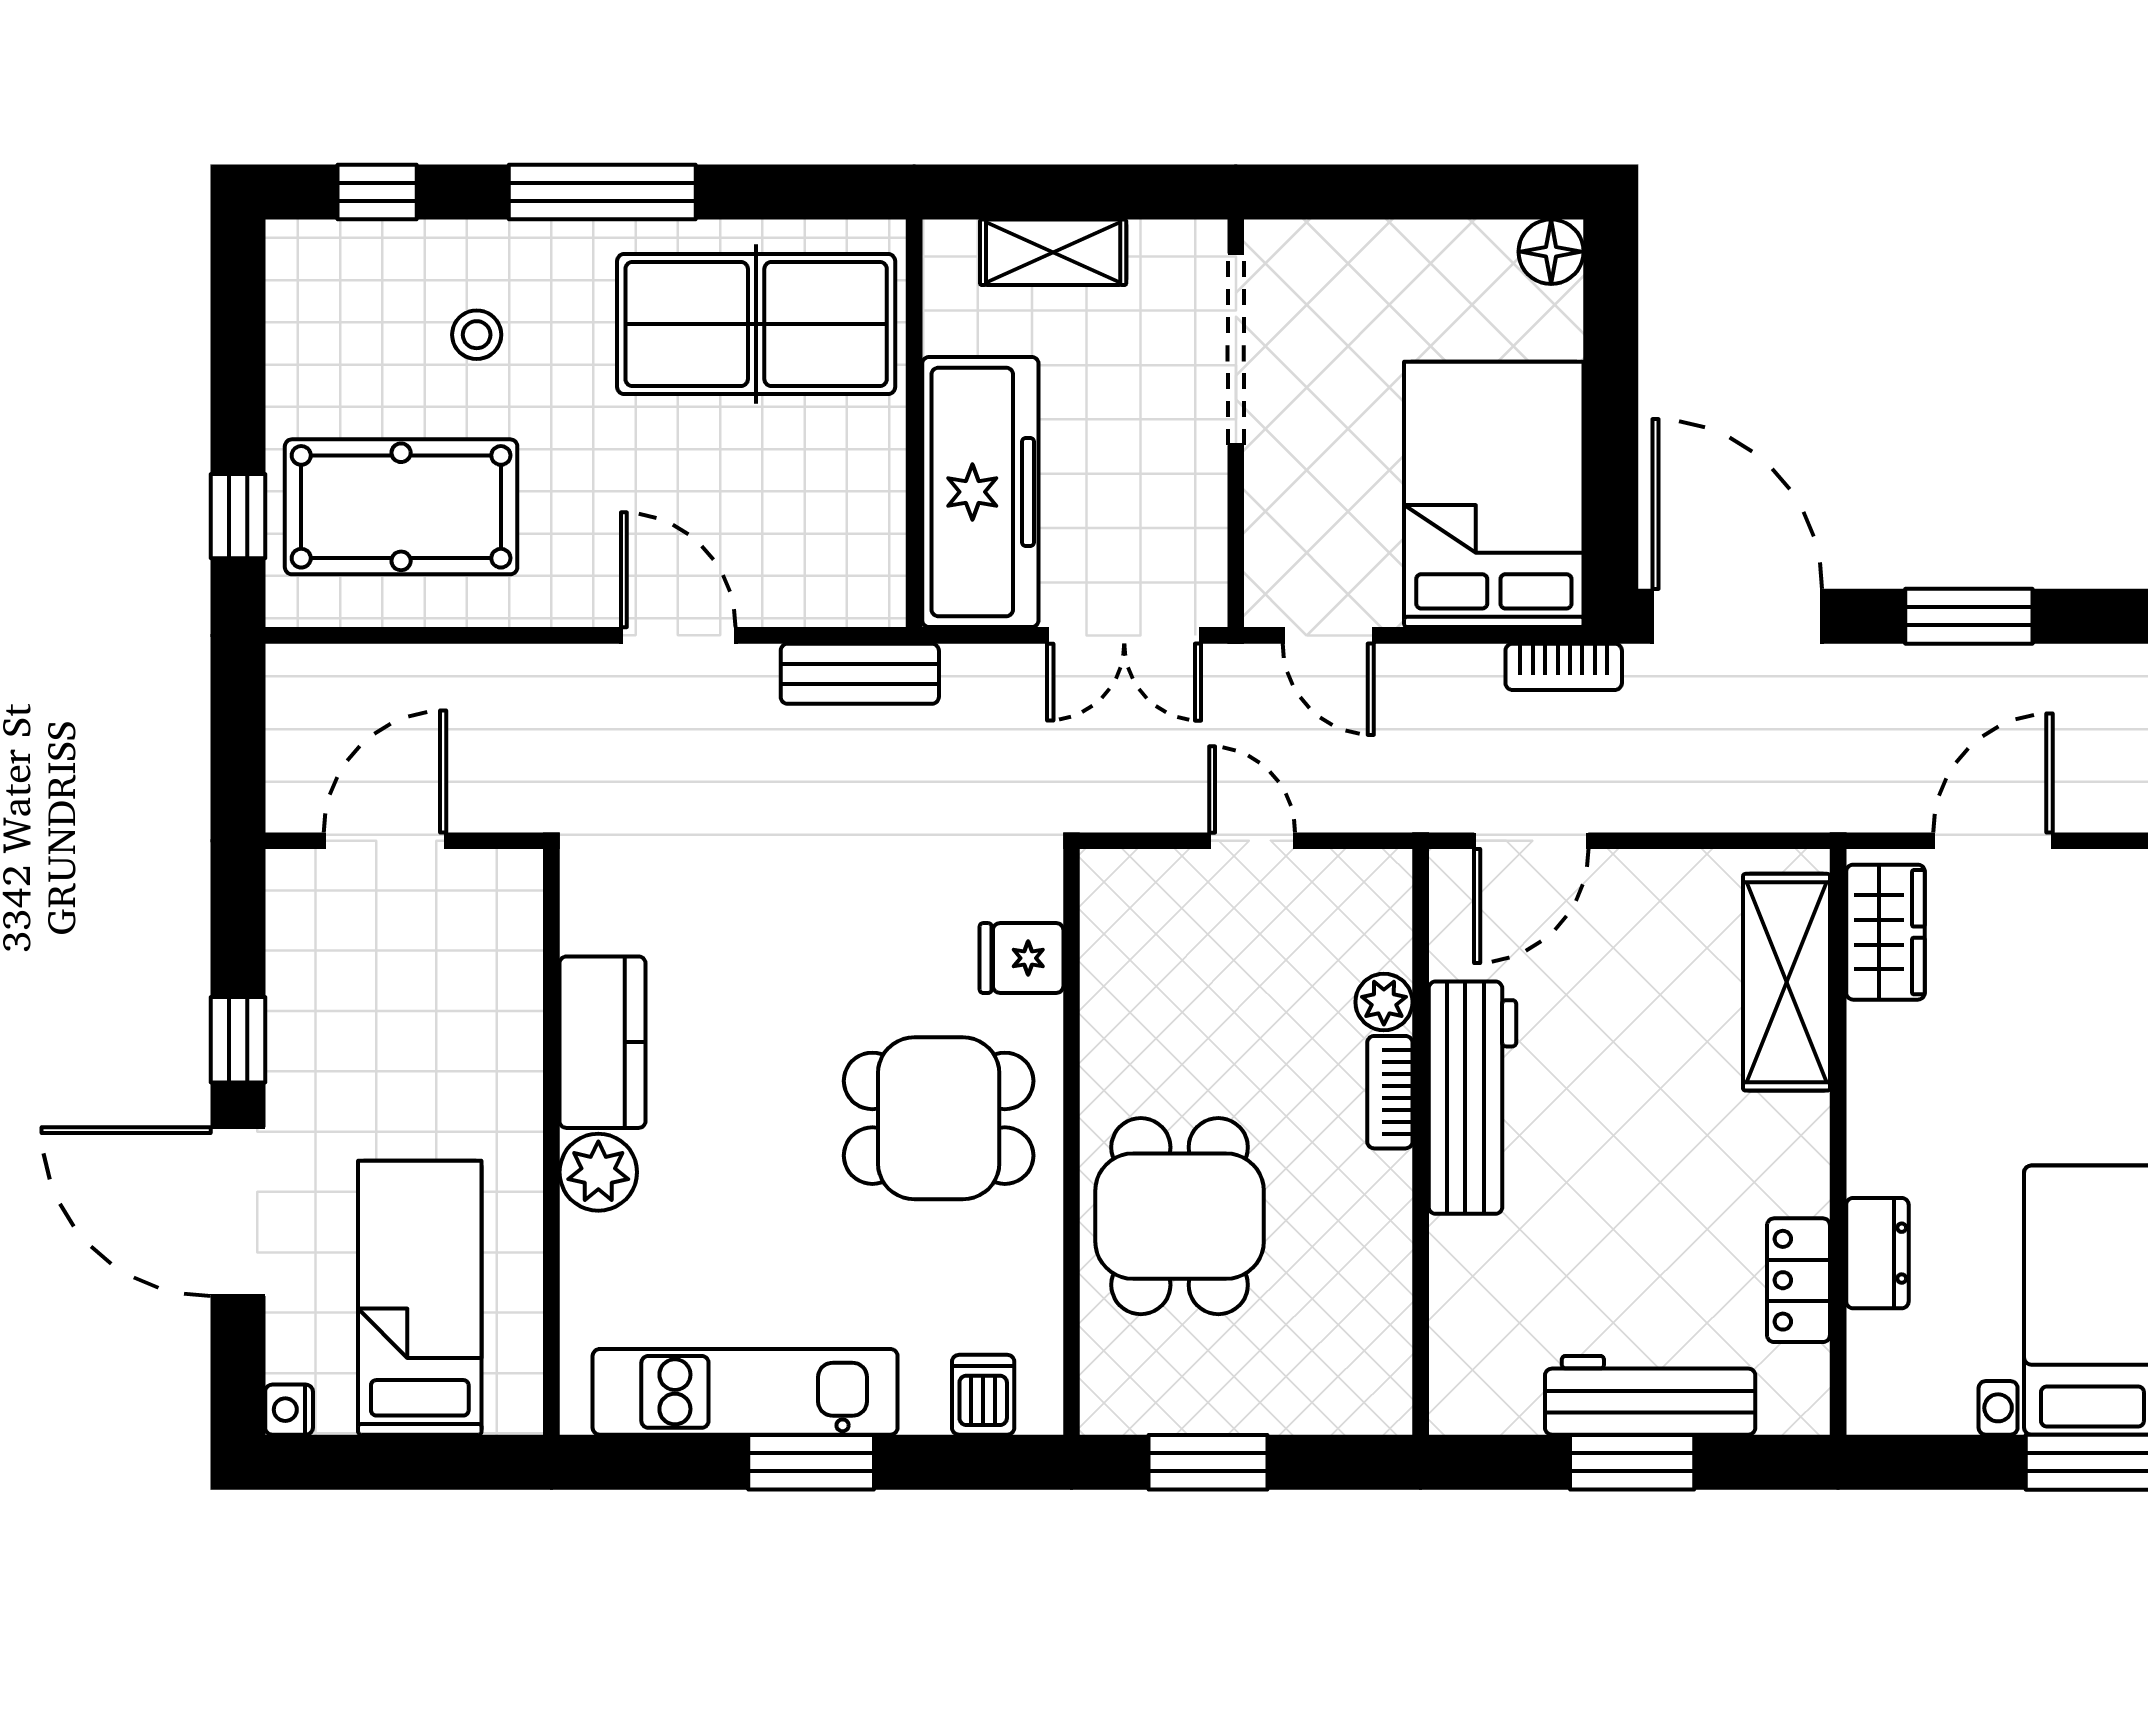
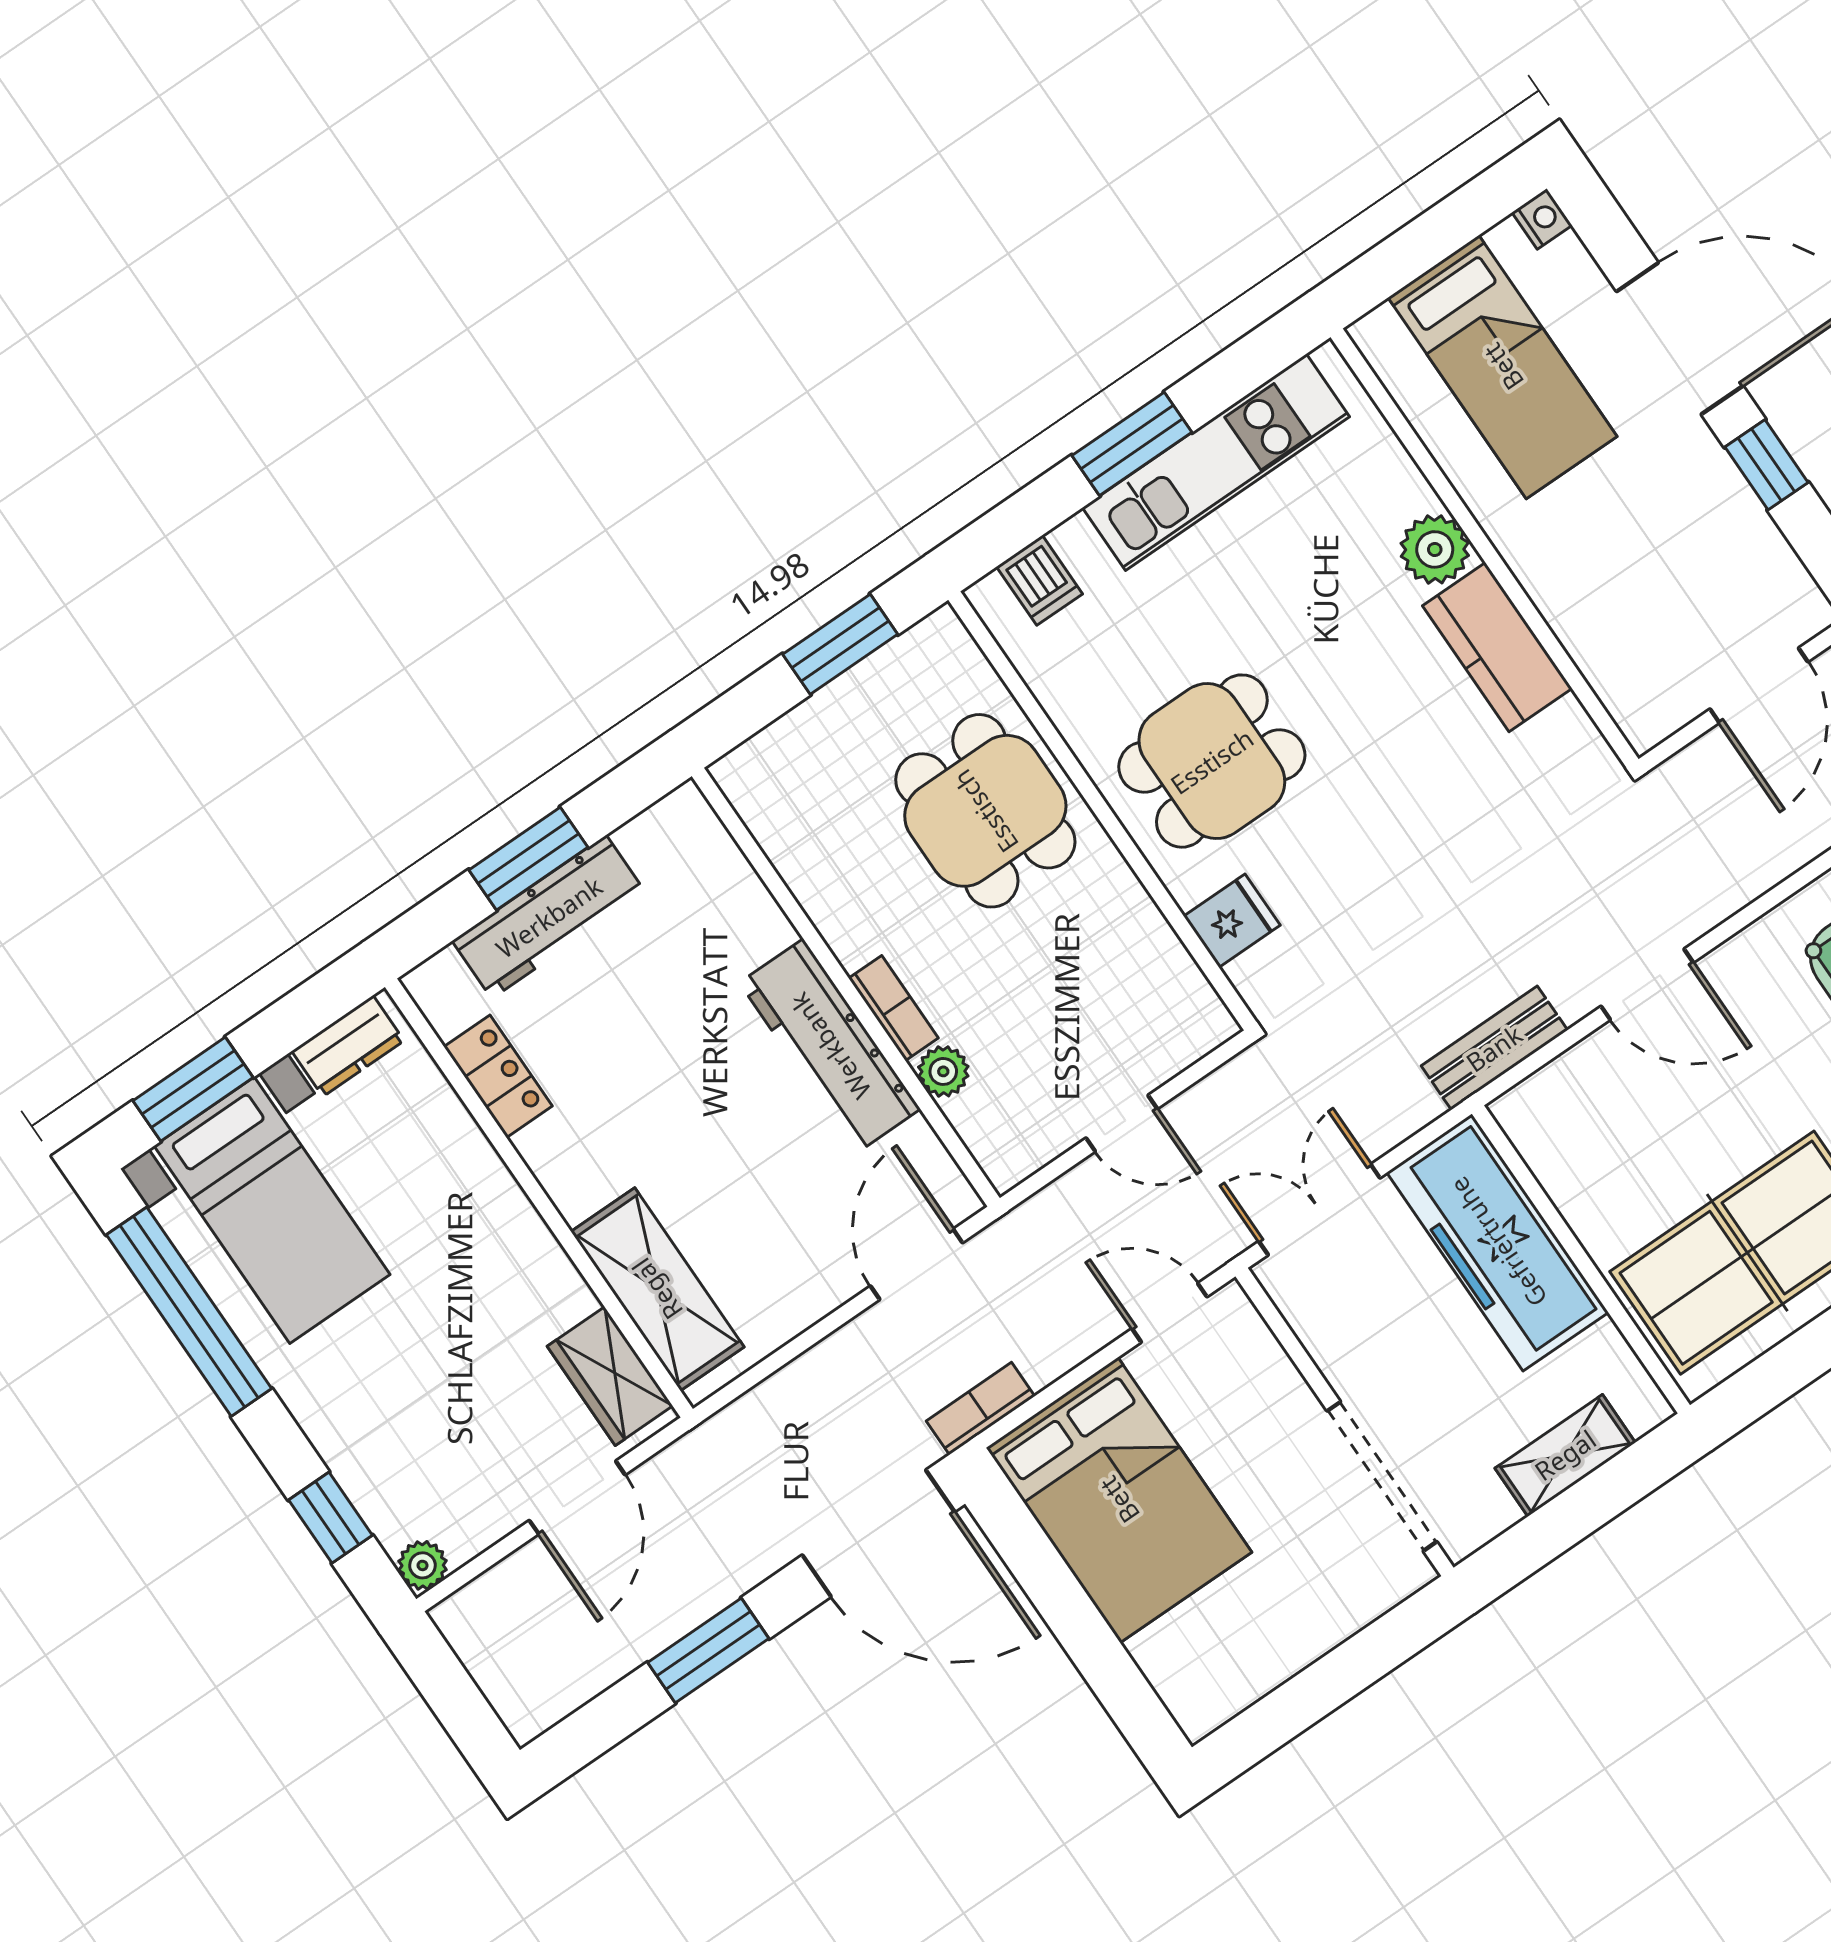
floor lamp: (1551, 252) -> (1199, 1707), removed
dresser: (1877, 1253) -> (348, 1046), moved, turned -90

